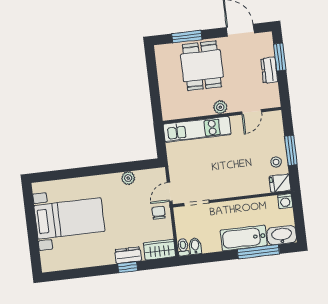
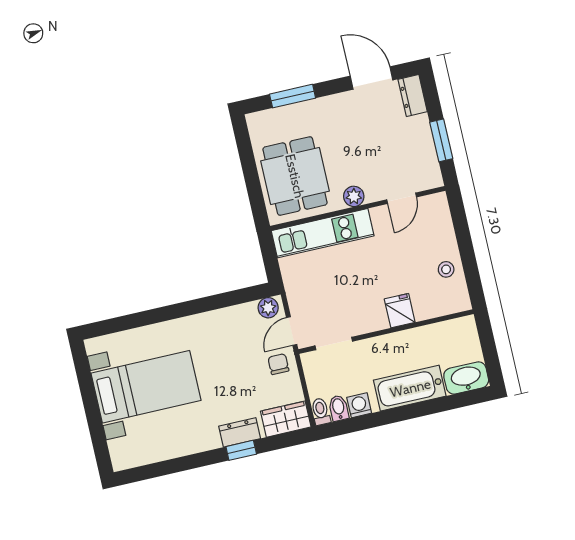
window: (280, 57) -> (441, 140), moved
dining table: (202, 66) -> (295, 176), moved
dresser: (269, 70) -> (413, 96), moved
window: (291, 150) -> (466, 250), removed
plant: (128, 178) -> (268, 308), moved
fridge: (280, 183) -> (400, 311), moved, turned 90
washing machine: (285, 201) -> (359, 405), moved, turned 180
window: (258, 252) -> (434, 406), removed

